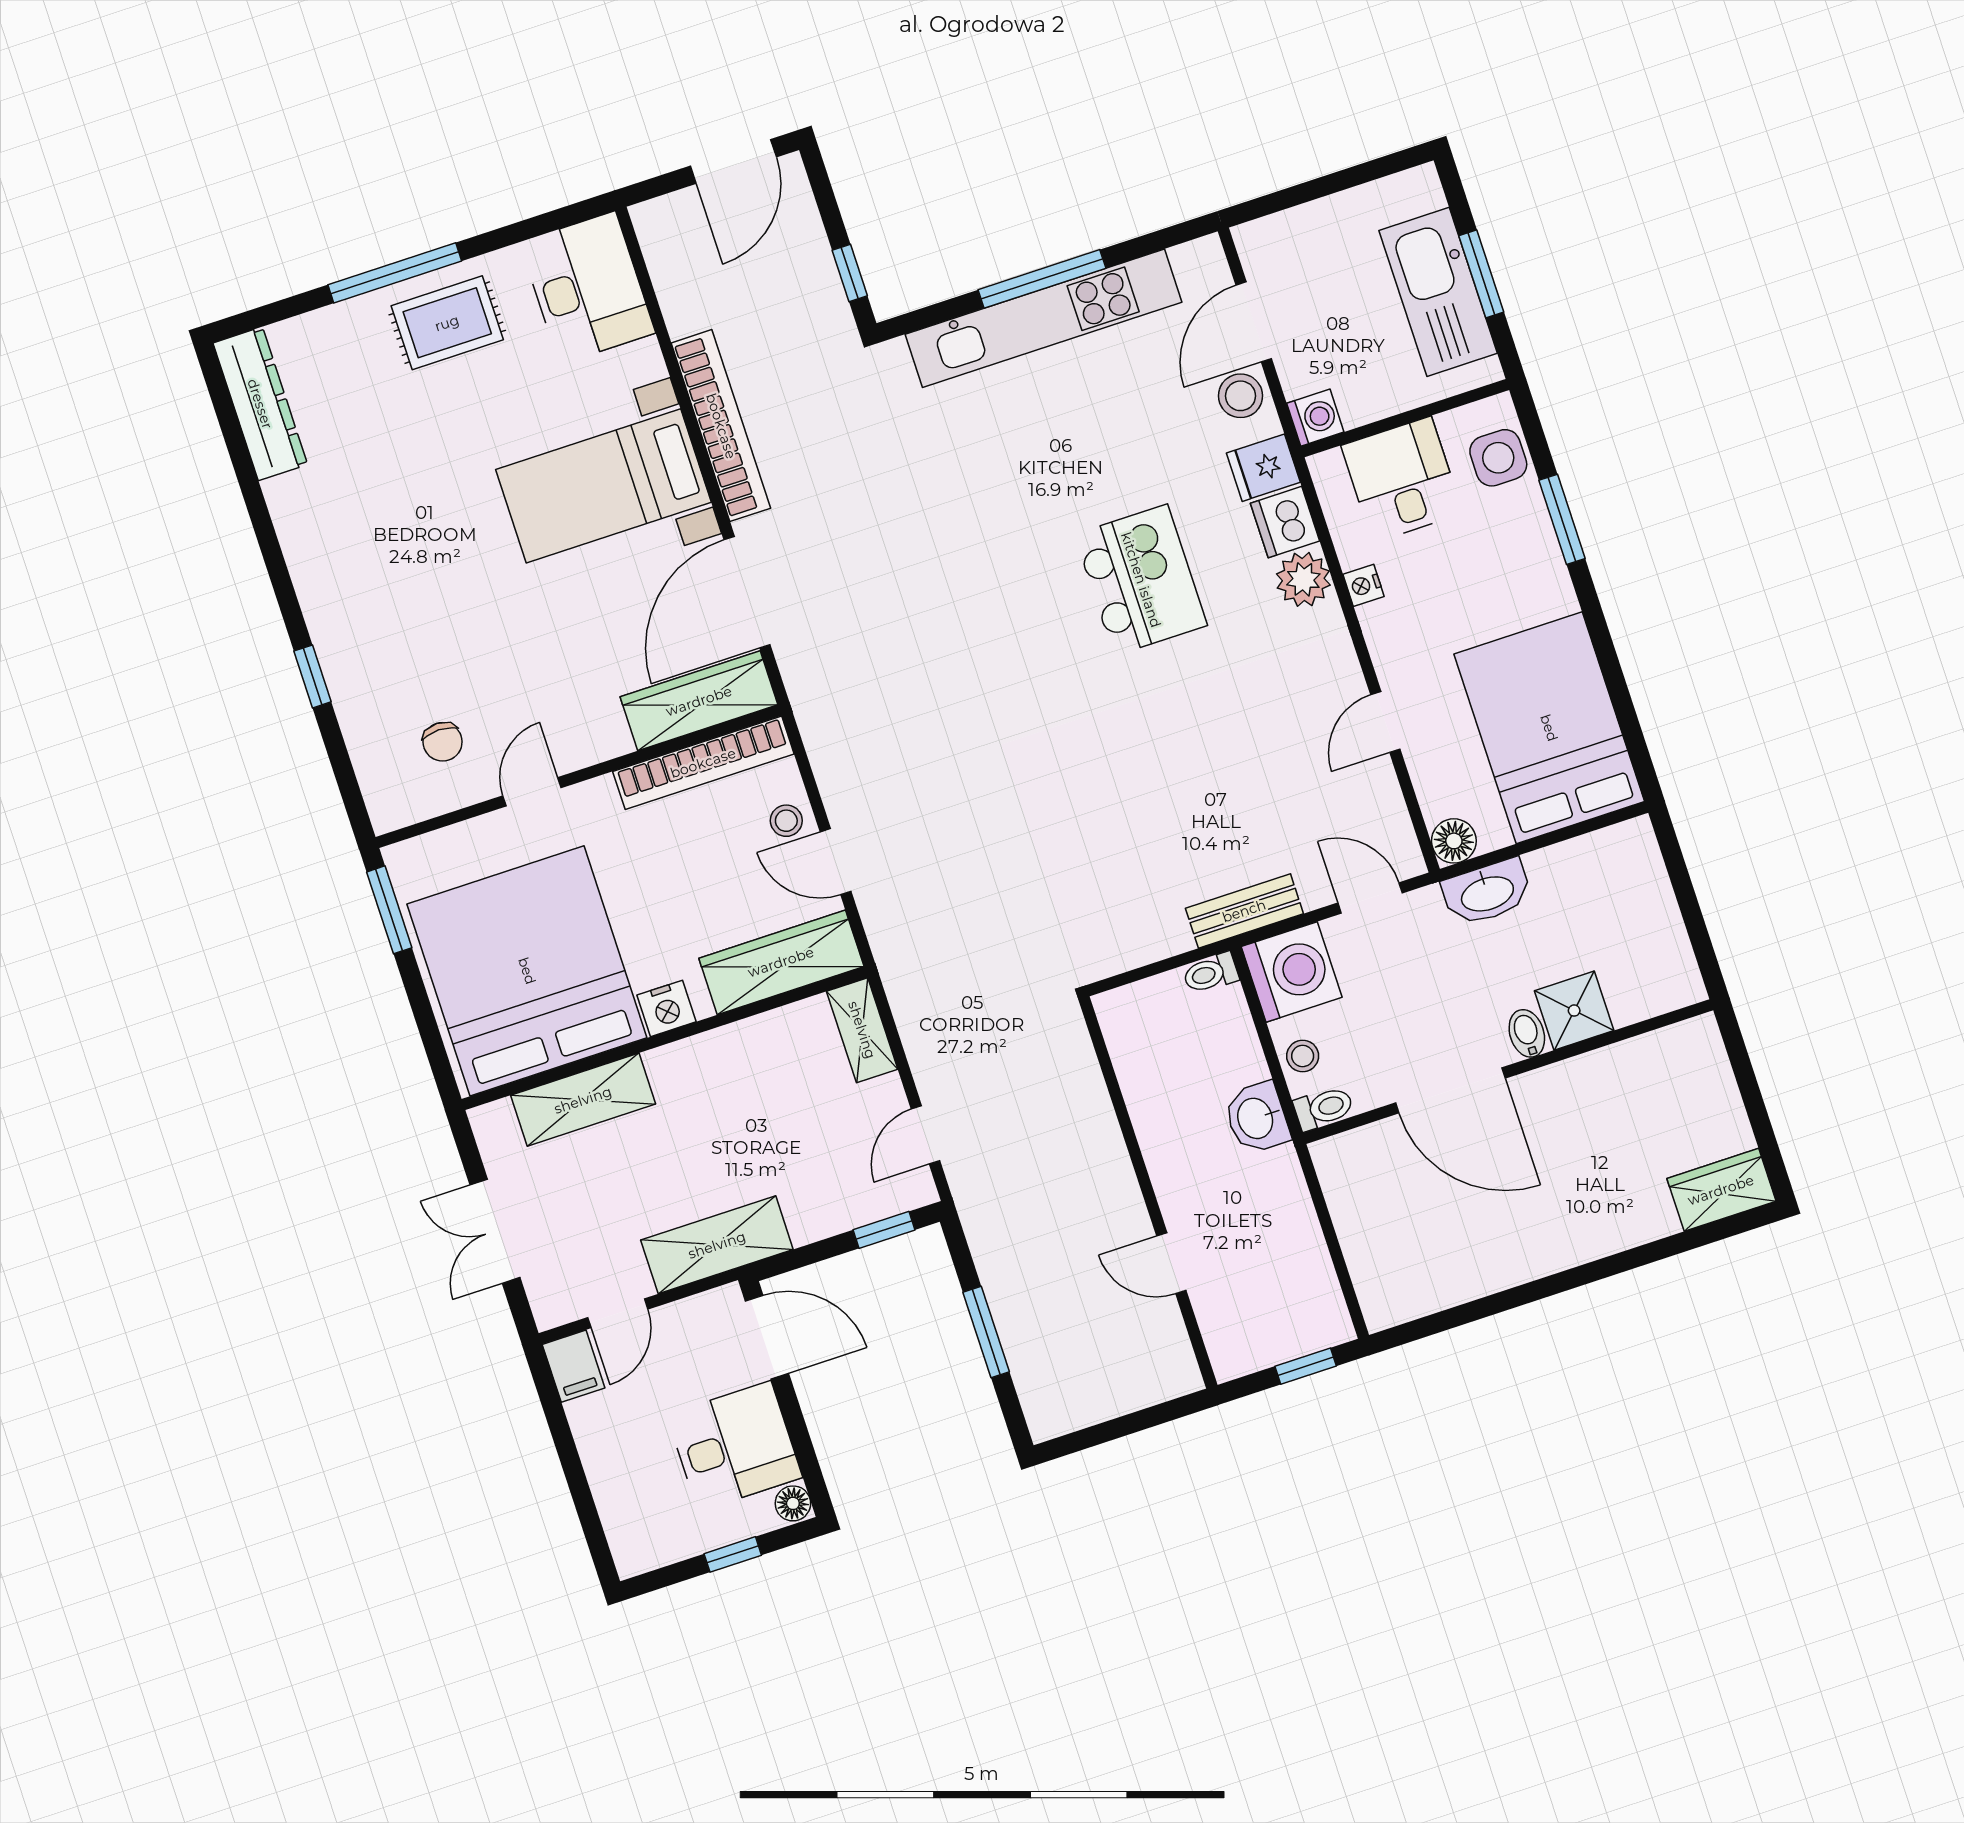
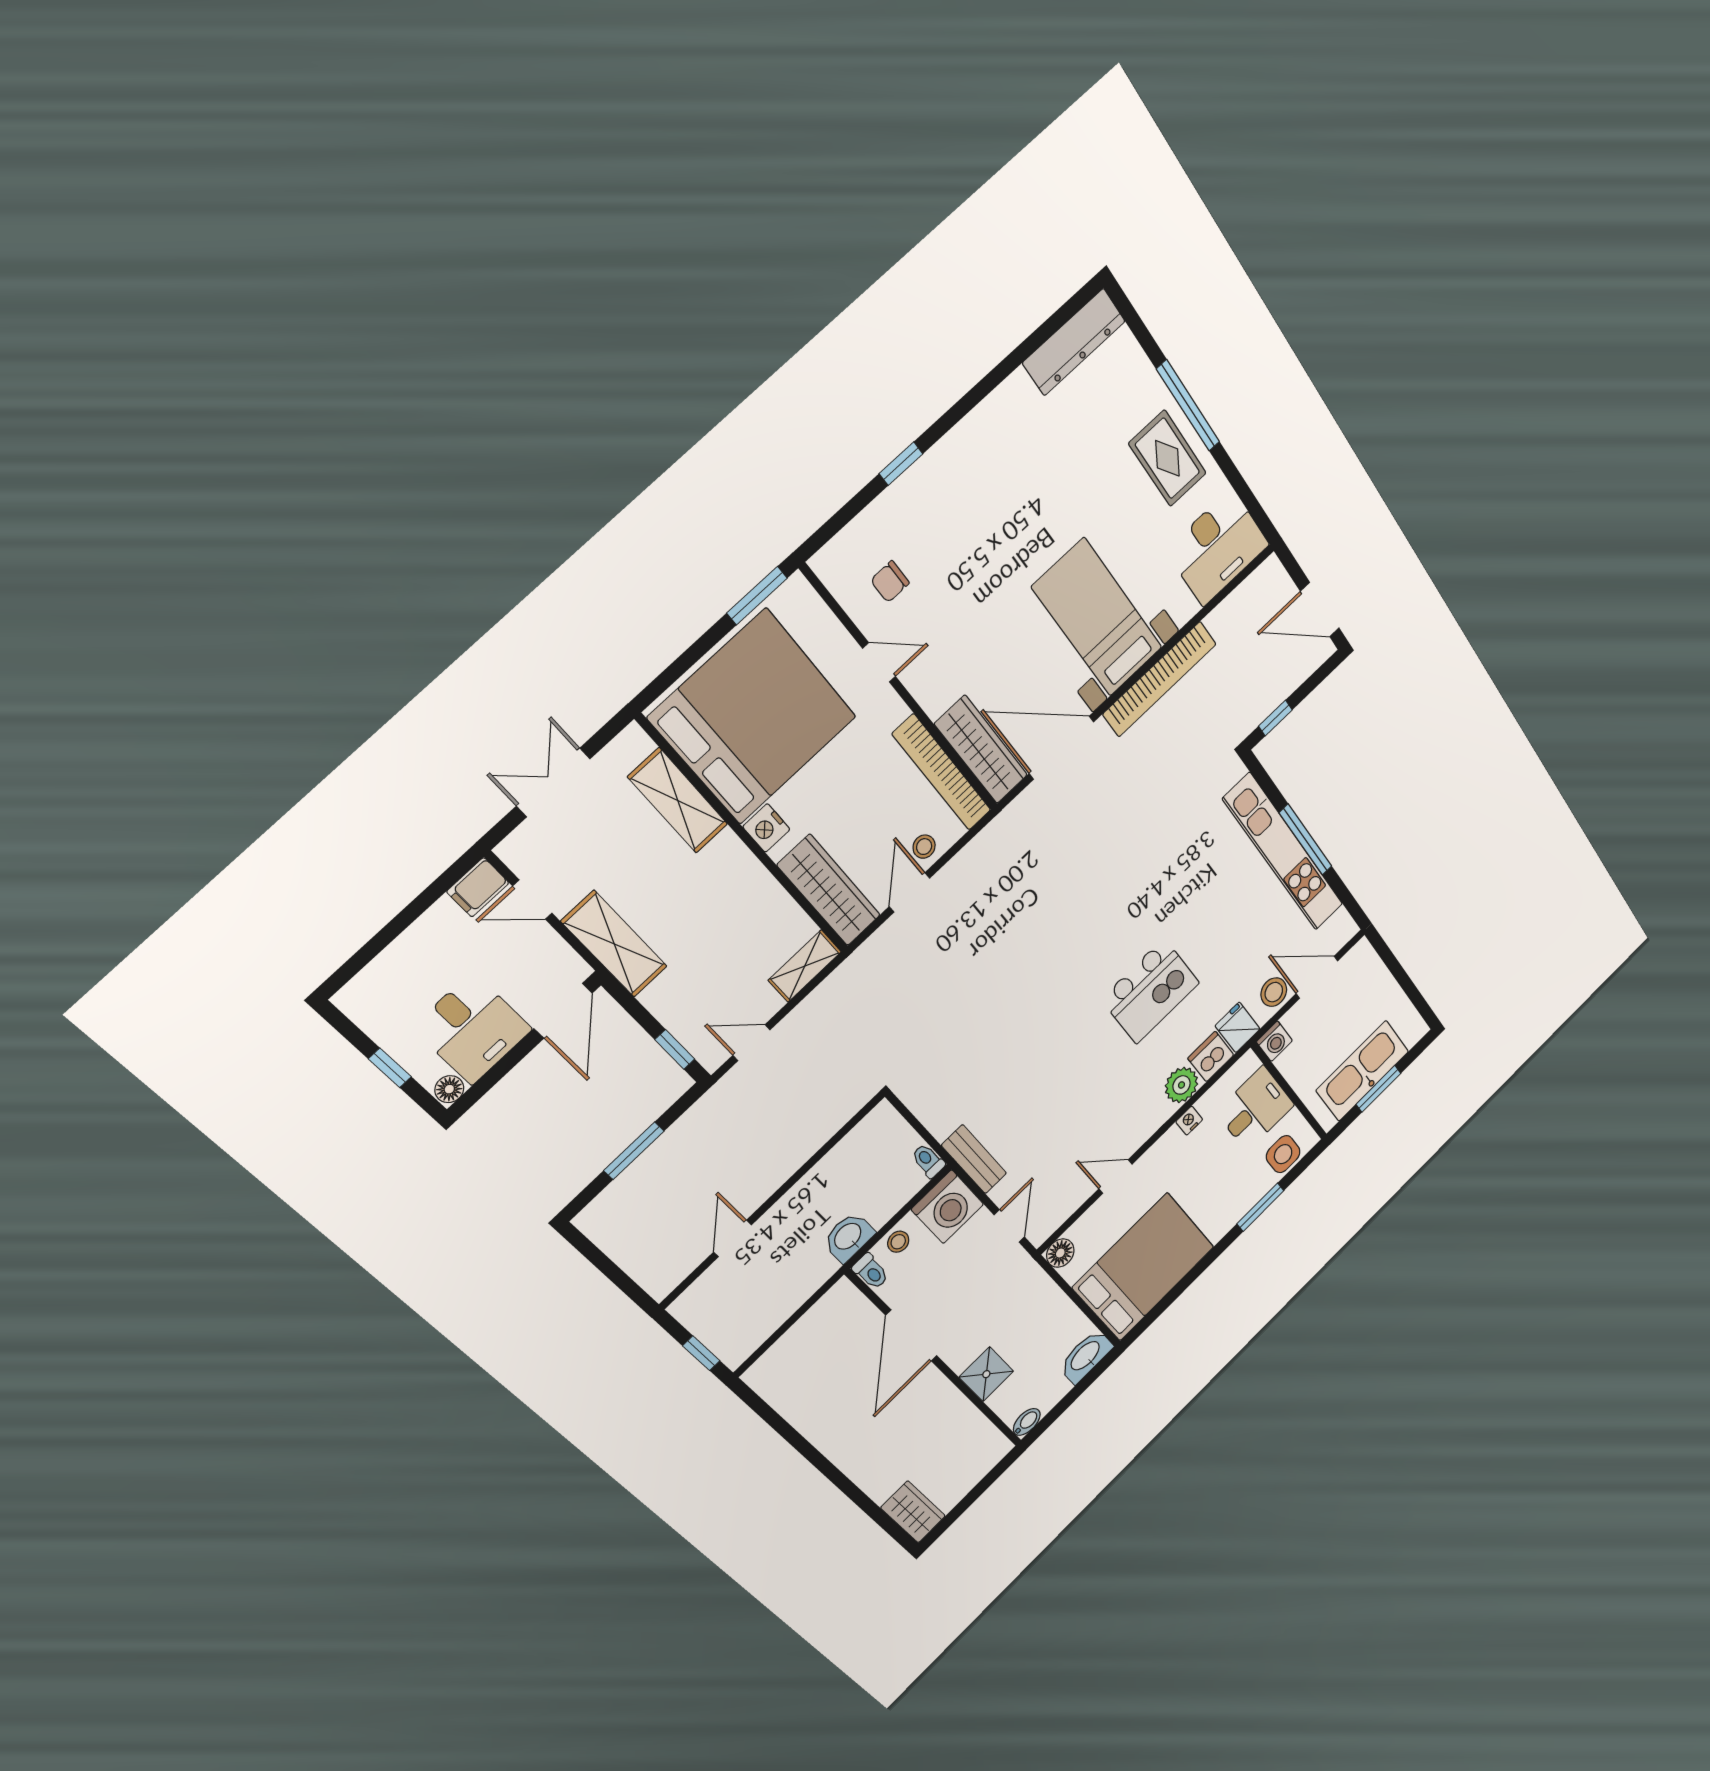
washbasin: (1487, 892) -> (1086, 1356), moved, turned 90
bidet: (1527, 1033) -> (1027, 1422), moved

